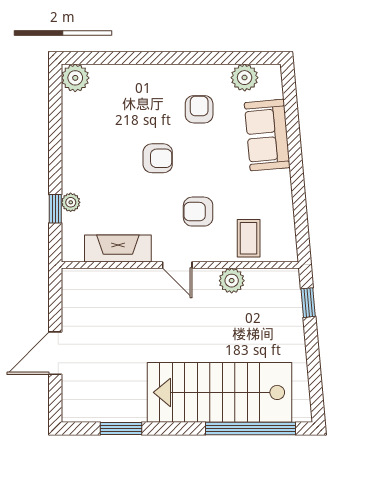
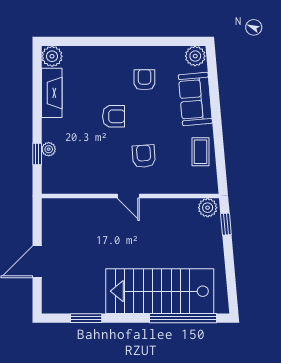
plant: (245, 78) -> (195, 56), moved
armchair: (198, 212) -> (144, 156), turned 86
coffee table: (249, 238) -> (200, 152), moved
fireplace: (118, 248) -> (52, 93), moved, turned 90
plant: (232, 281) -> (208, 208), moved

